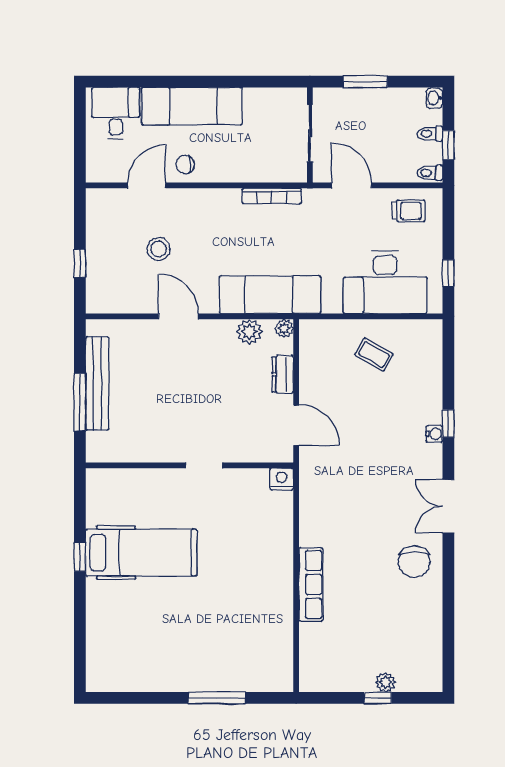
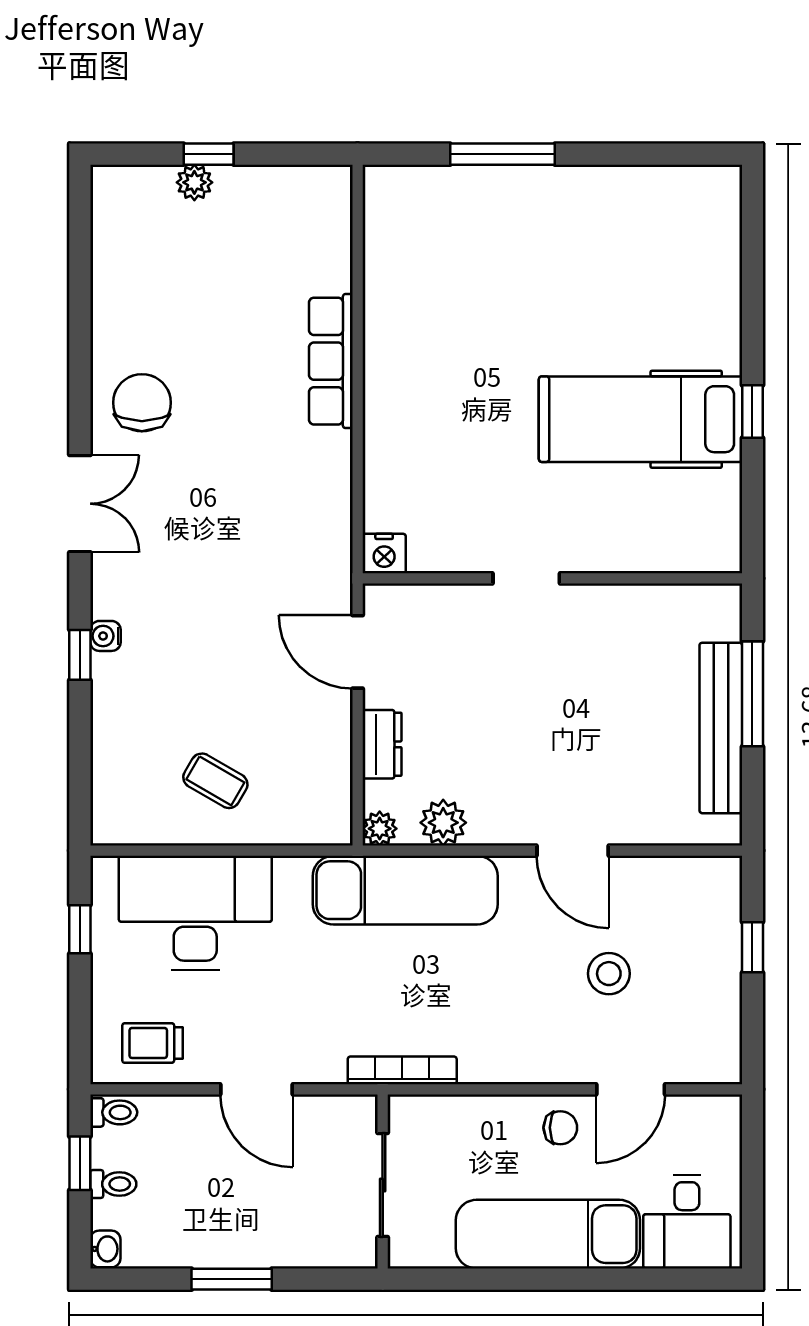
sliding door: (310, 133) -> (383, 1185), moved
wall: (310, 135) -> (383, 1181), moved

